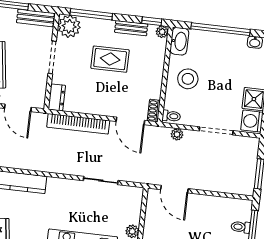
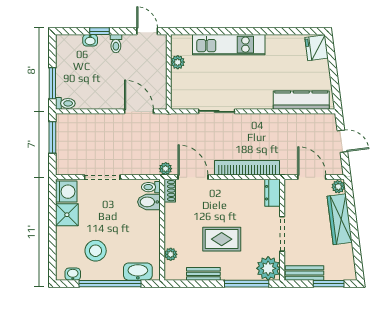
window: (152, 21) -> (183, 284), removed
plant: (162, 32) -> (171, 254), moved
washbasin: (179, 41) -> (138, 272), moved, turned 90
stool: (188, 79) -> (96, 251), moved
bidet: (175, 102) -> (149, 202), added
plant: (177, 134) -> (166, 169), moved
toilet: (241, 227) -> (65, 103), moved

